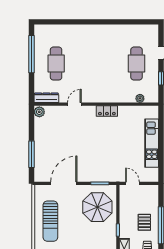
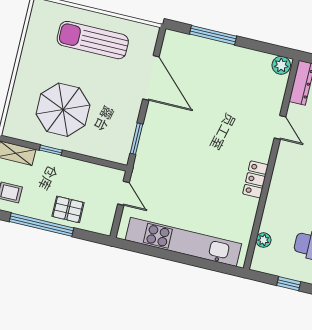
kitchen unit: (152, 143) -> (183, 242), width x1.36
door: (132, 183) -> (123, 193), hinge flipped
parasol: (97, 207) -> (63, 110), moved
pallet: (144, 222) -> (68, 209), moved

